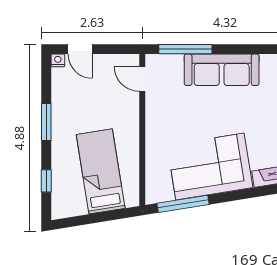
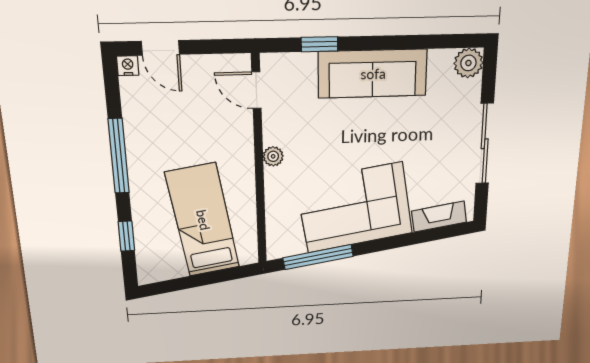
window: (185, 49) -> (319, 44), width x0.46
window: (46, 122) -> (119, 156), width x1.44
plant: (152, 126) -> (273, 156), added

